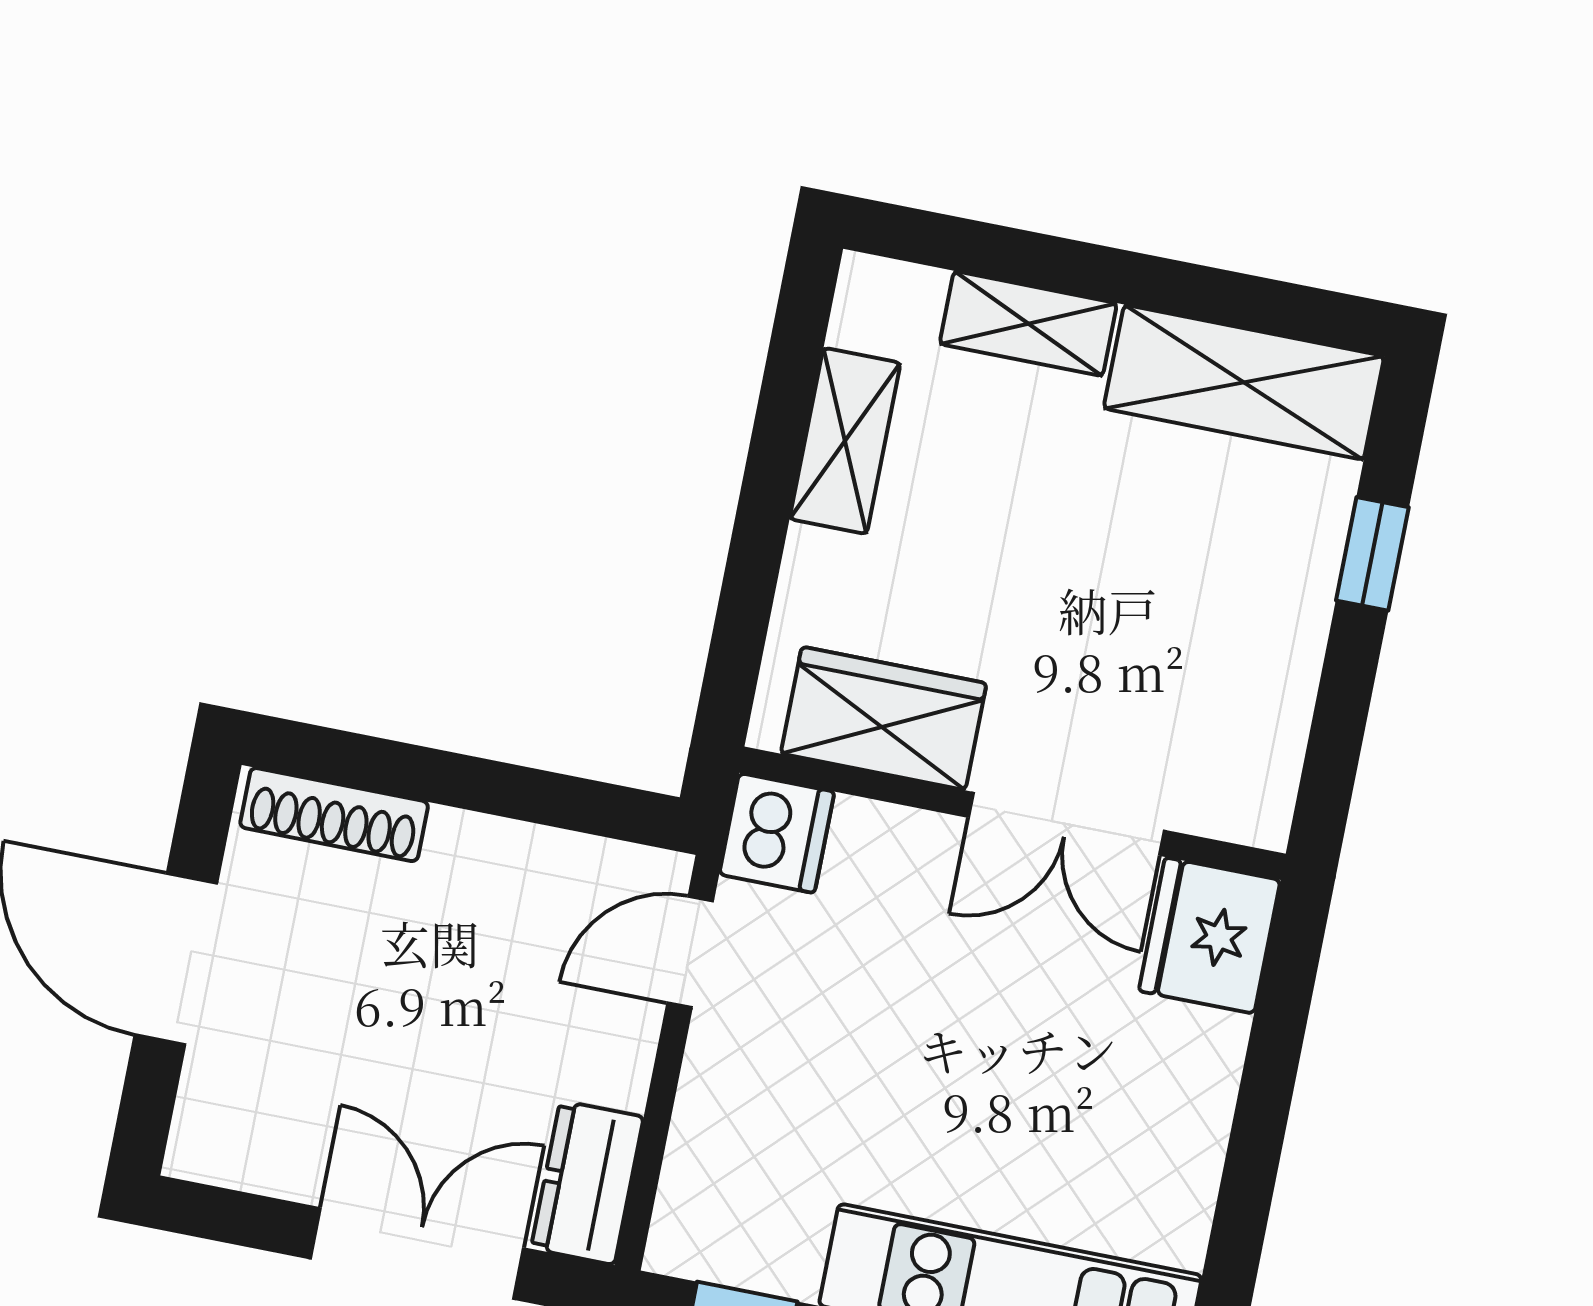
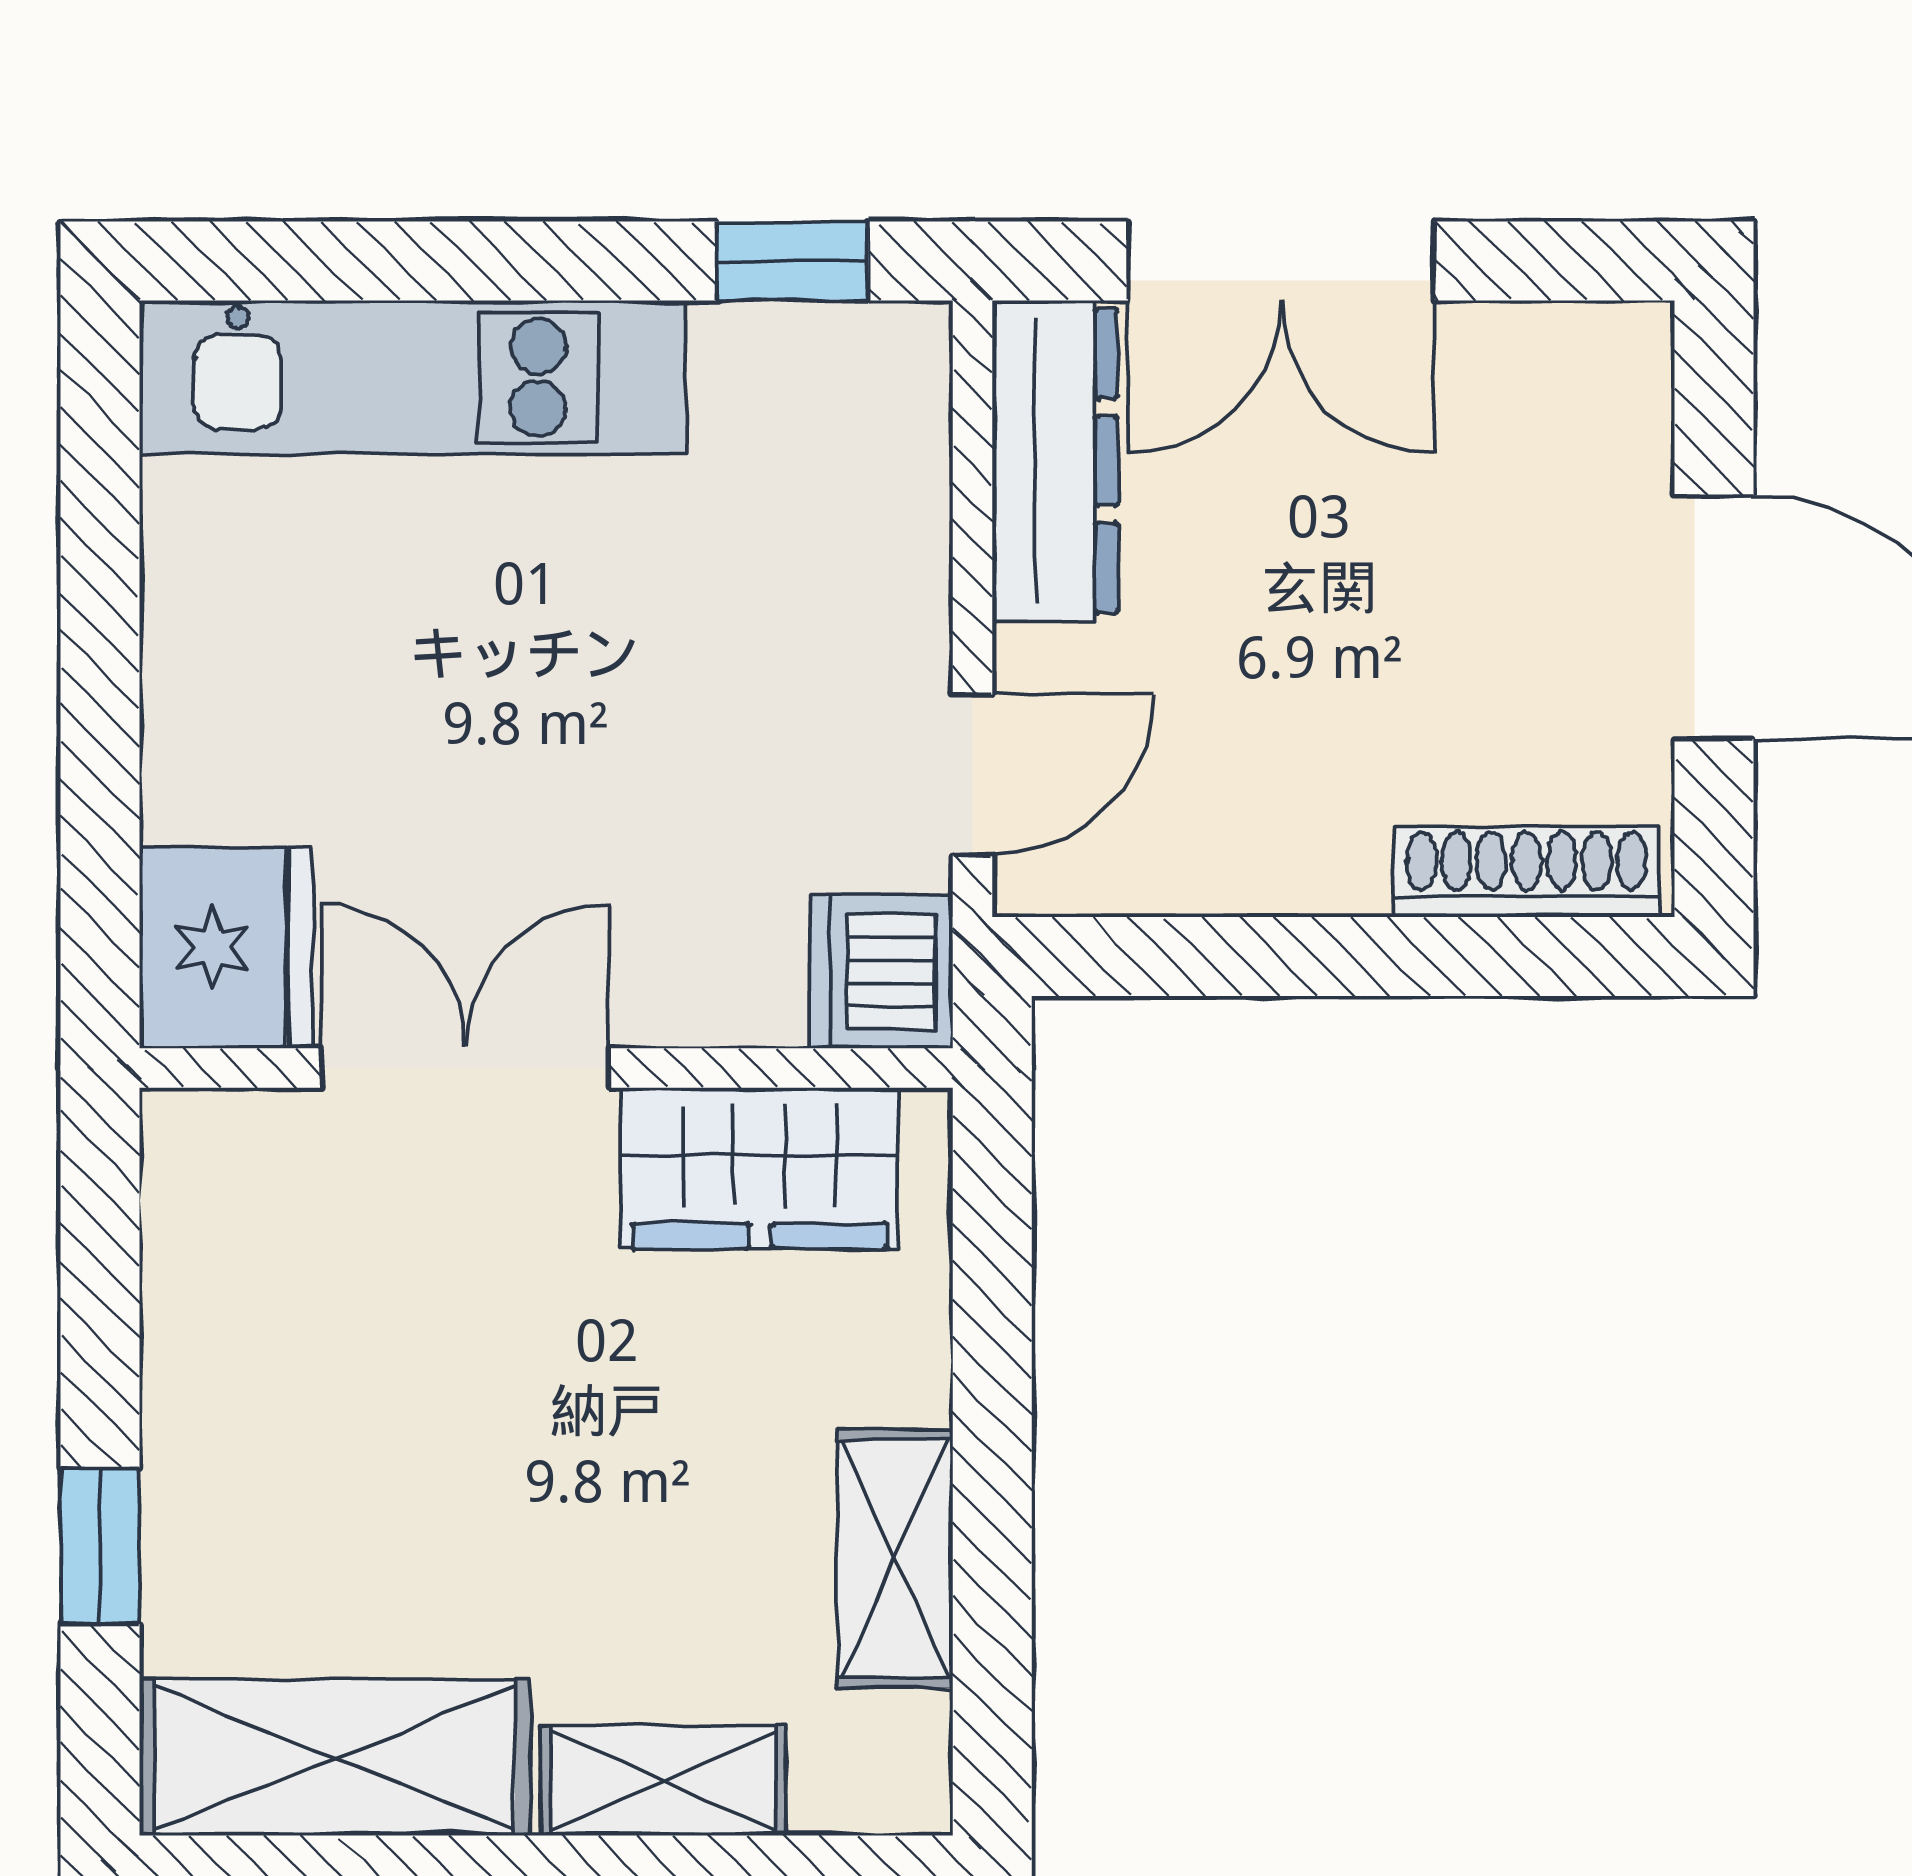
dresser: (587, 1183) -> (1055, 461), width x1.44

